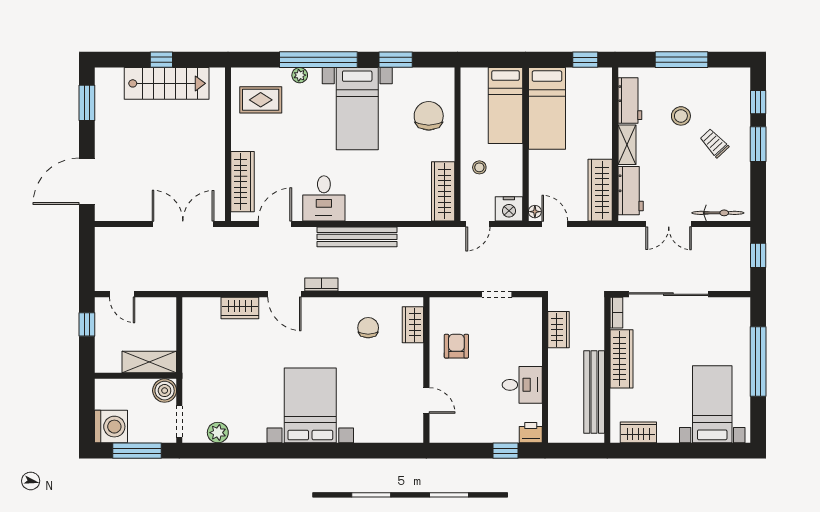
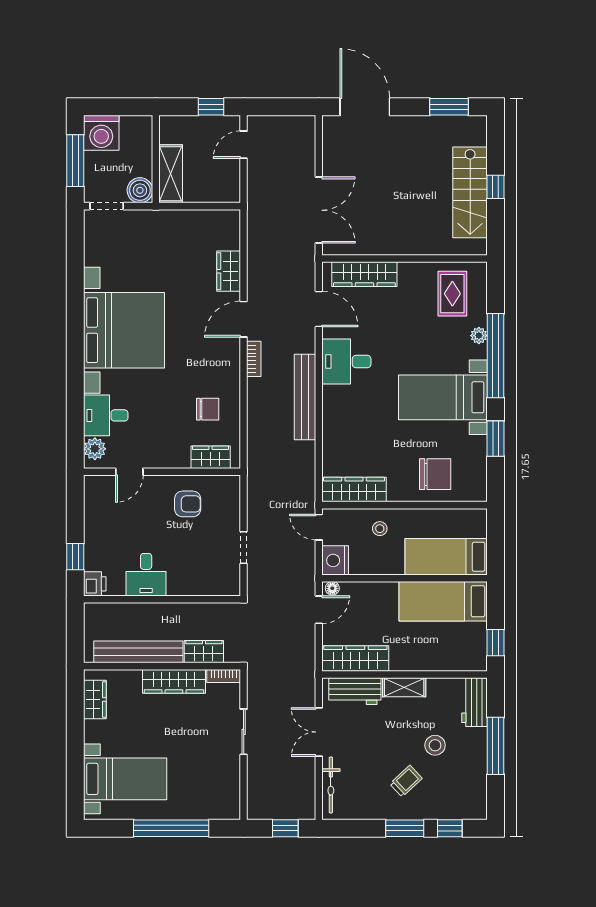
workbench: (630, 100) -> (475, 702), moved, turned 90
sliding door: (668, 294) -> (244, 732), width x0.54
wardrobe: (559, 330) -> (204, 652), moved, turned 180
bed with nightstands: (310, 405) -> (124, 330), width x1.36
desk: (374, 422) -> (106, 415), added
plant: (218, 433) -> (95, 449), moved

